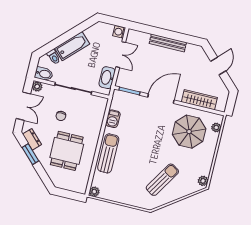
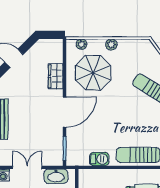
door: (161, 99) -> (65, 112), swing flipped
wardrobe: (199, 100) -> (56, 76), width x0.67
plant: (203, 181) -> (111, 45), moved

